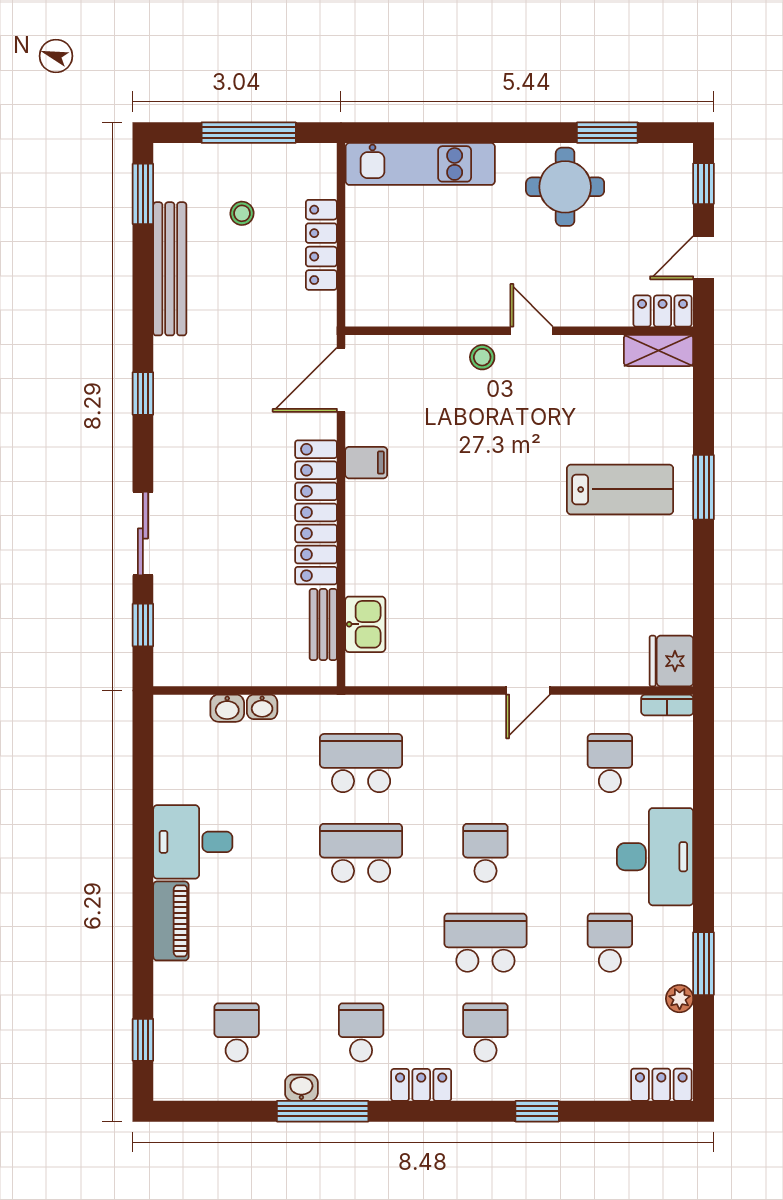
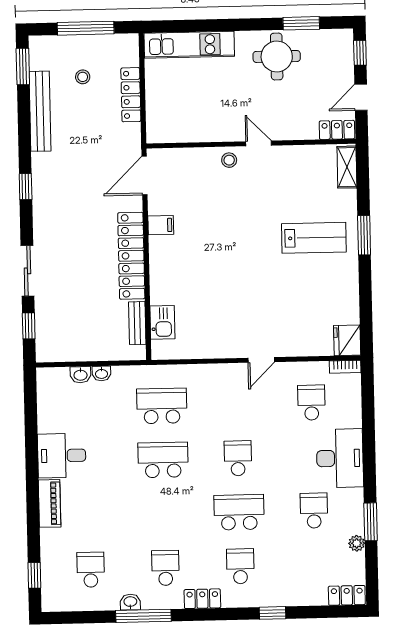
shelving: (659, 350) -> (347, 167), moved, turned 90

